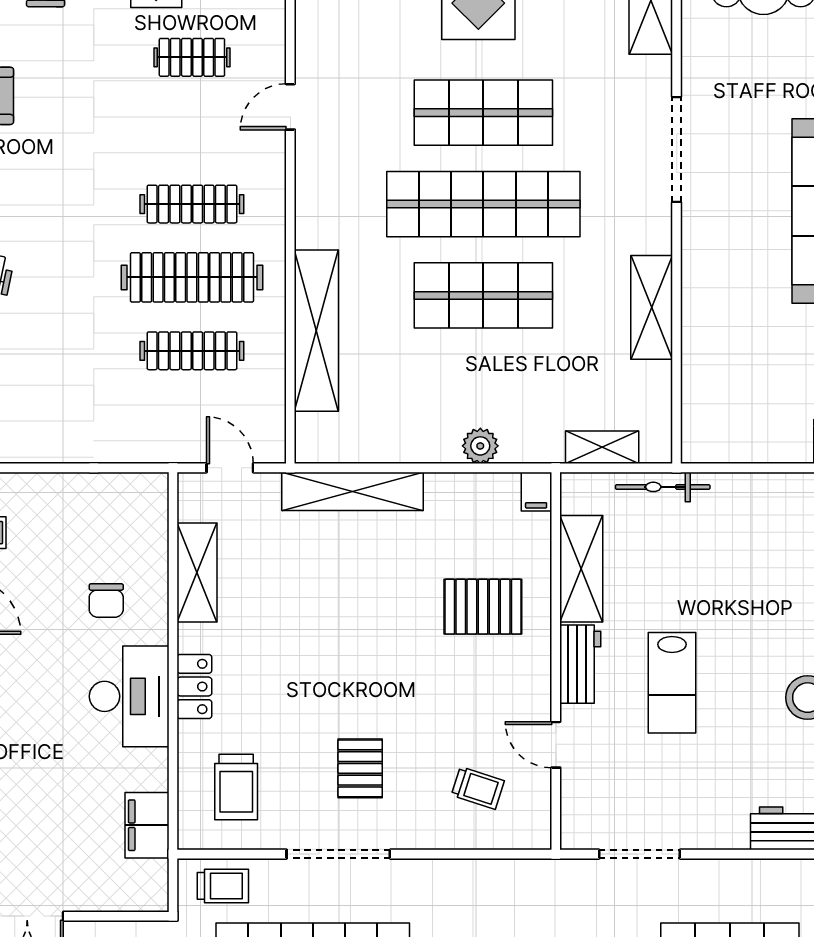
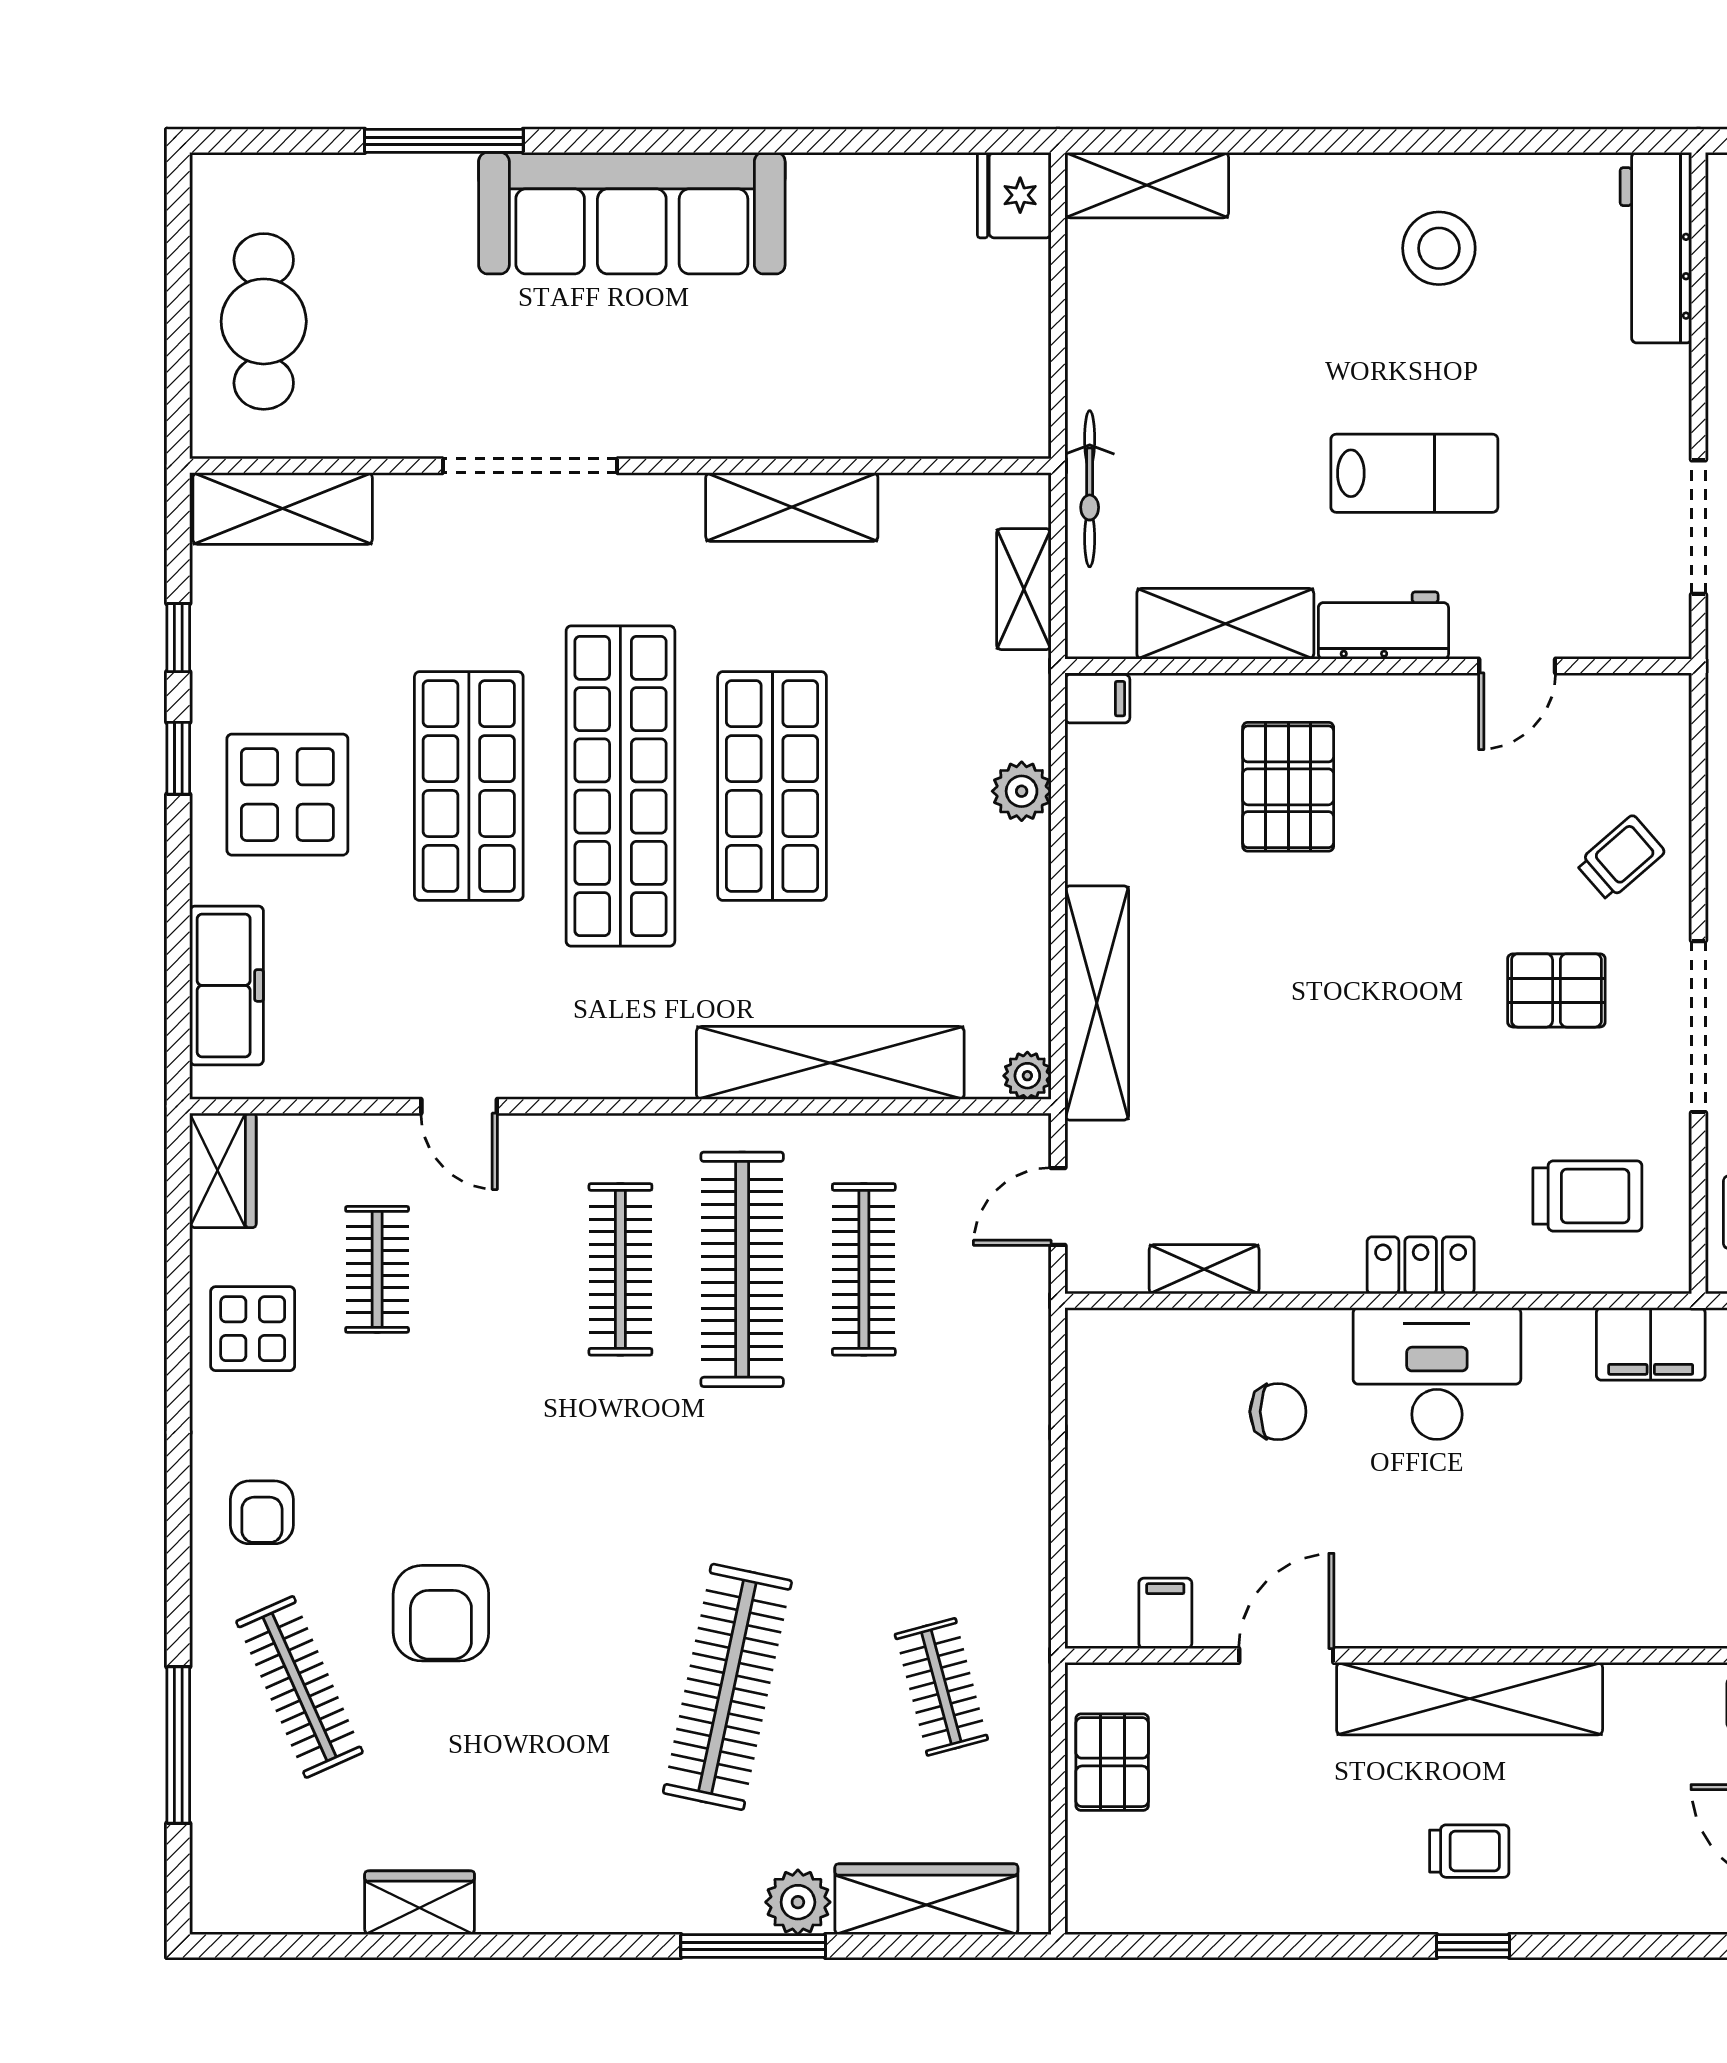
plant: (309, 449) -> (1027, 1076), added
shelving: (197, 573) -> (1204, 1269), width x0.67, depth x0.75
trolley: (478, 788) -> (1621, 858), moved, turned 31

